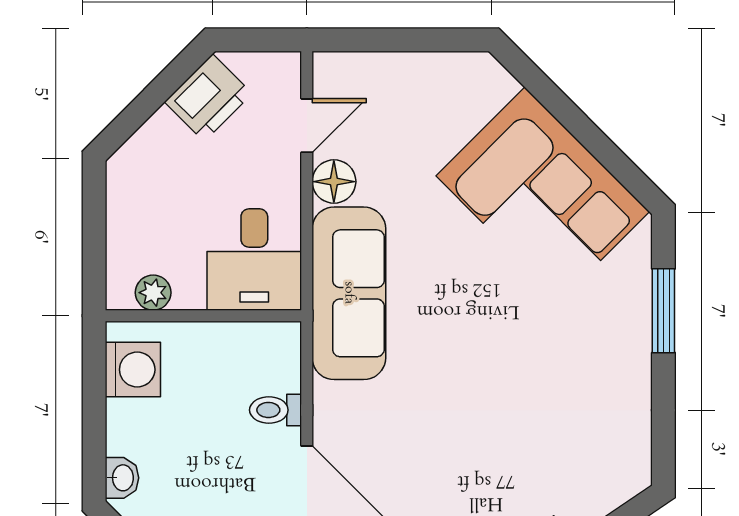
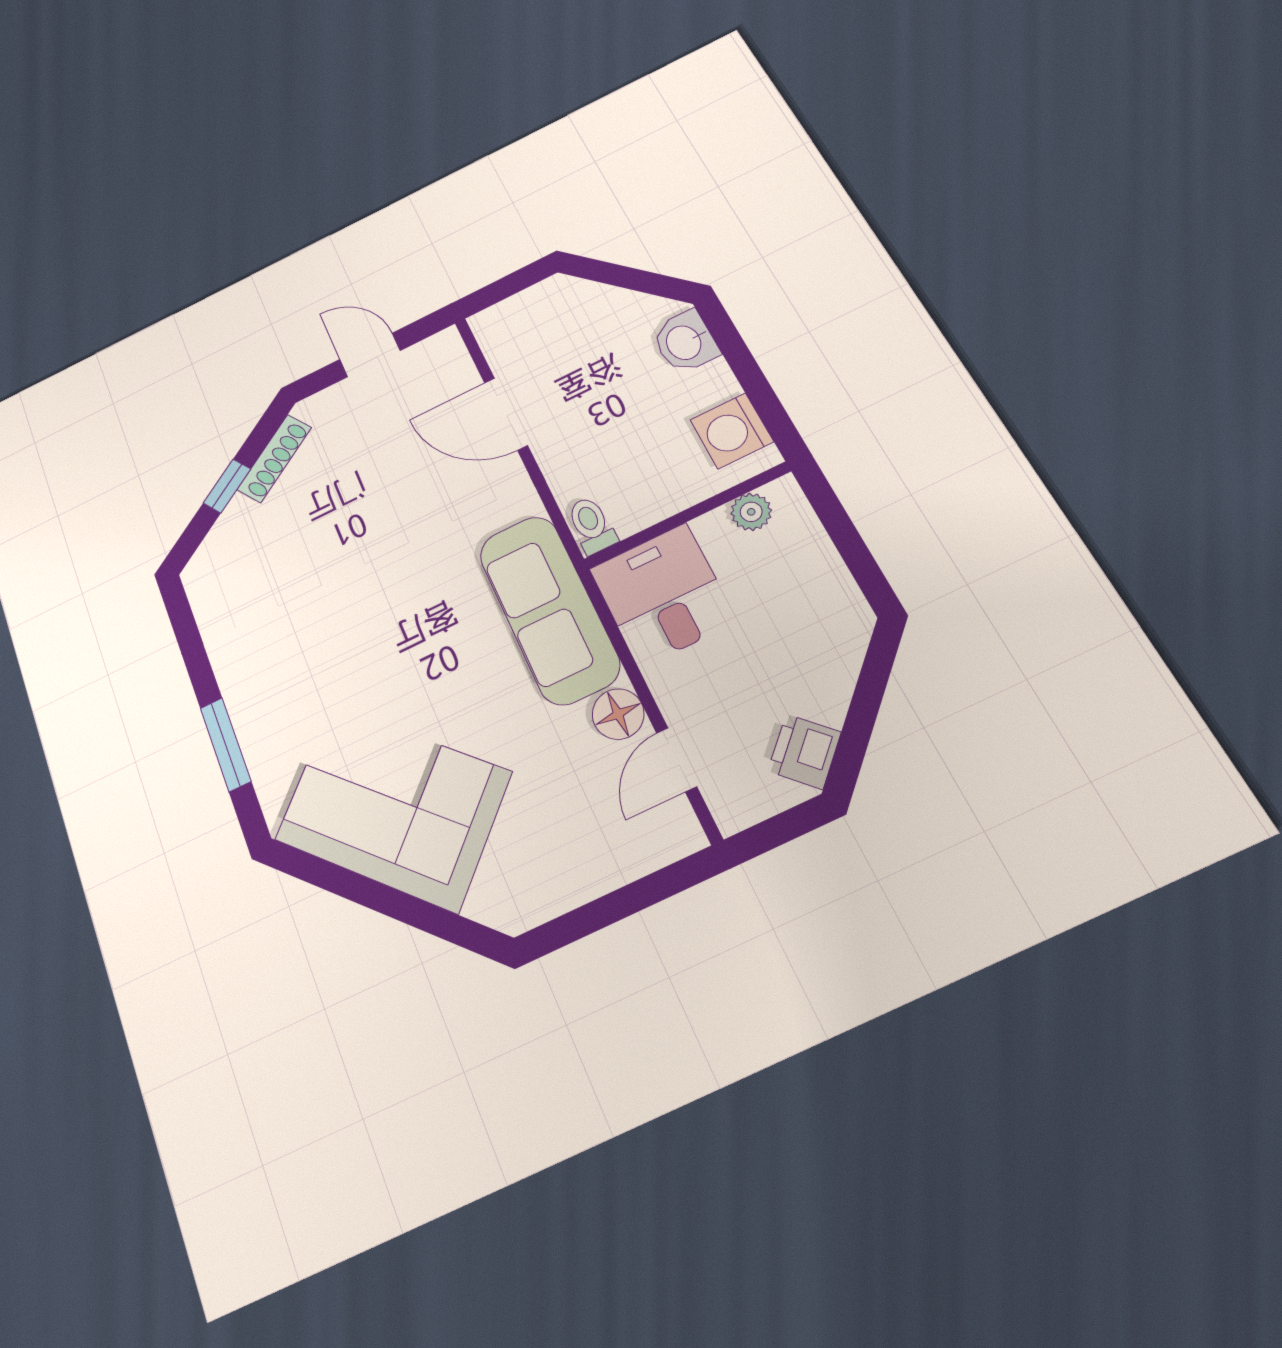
printer: (208, 98) -> (804, 751), width x0.73, depth x0.81
toilet: (276, 410) -> (591, 525), moved, turned -90
washbasin: (122, 478) -> (685, 342), width x1.38, depth x1.45

